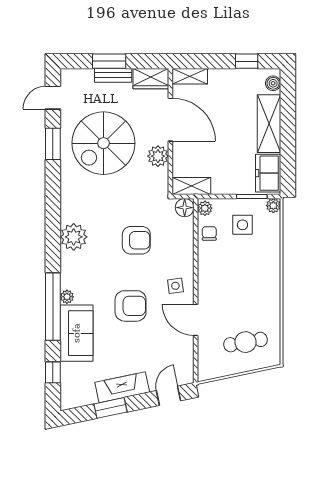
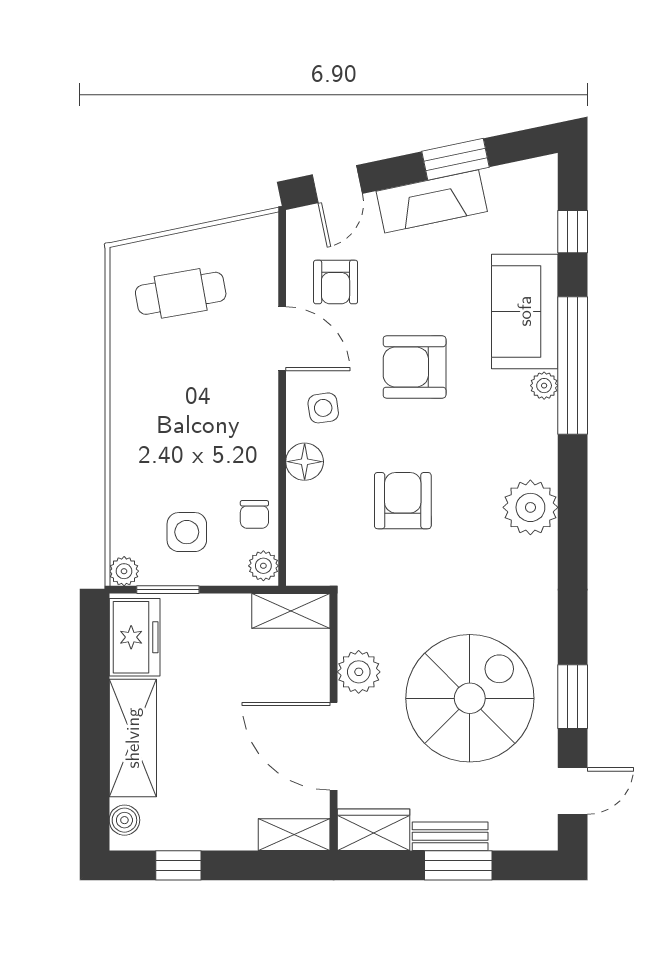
floor lamp: (185, 208) -> (305, 462), moved
armchair: (136, 240) -> (403, 501), turned 90
armchair: (169, 348) -> (336, 282), added

